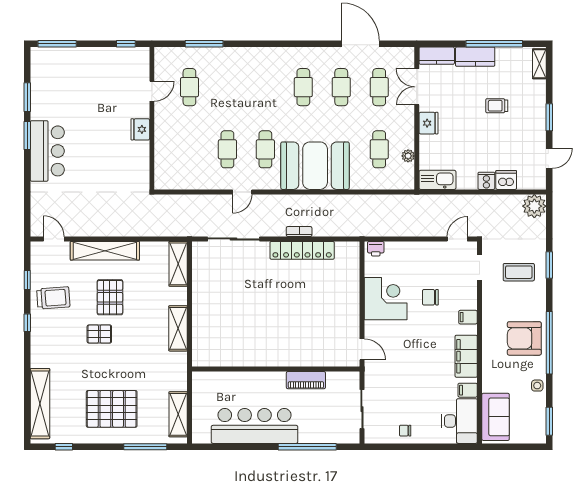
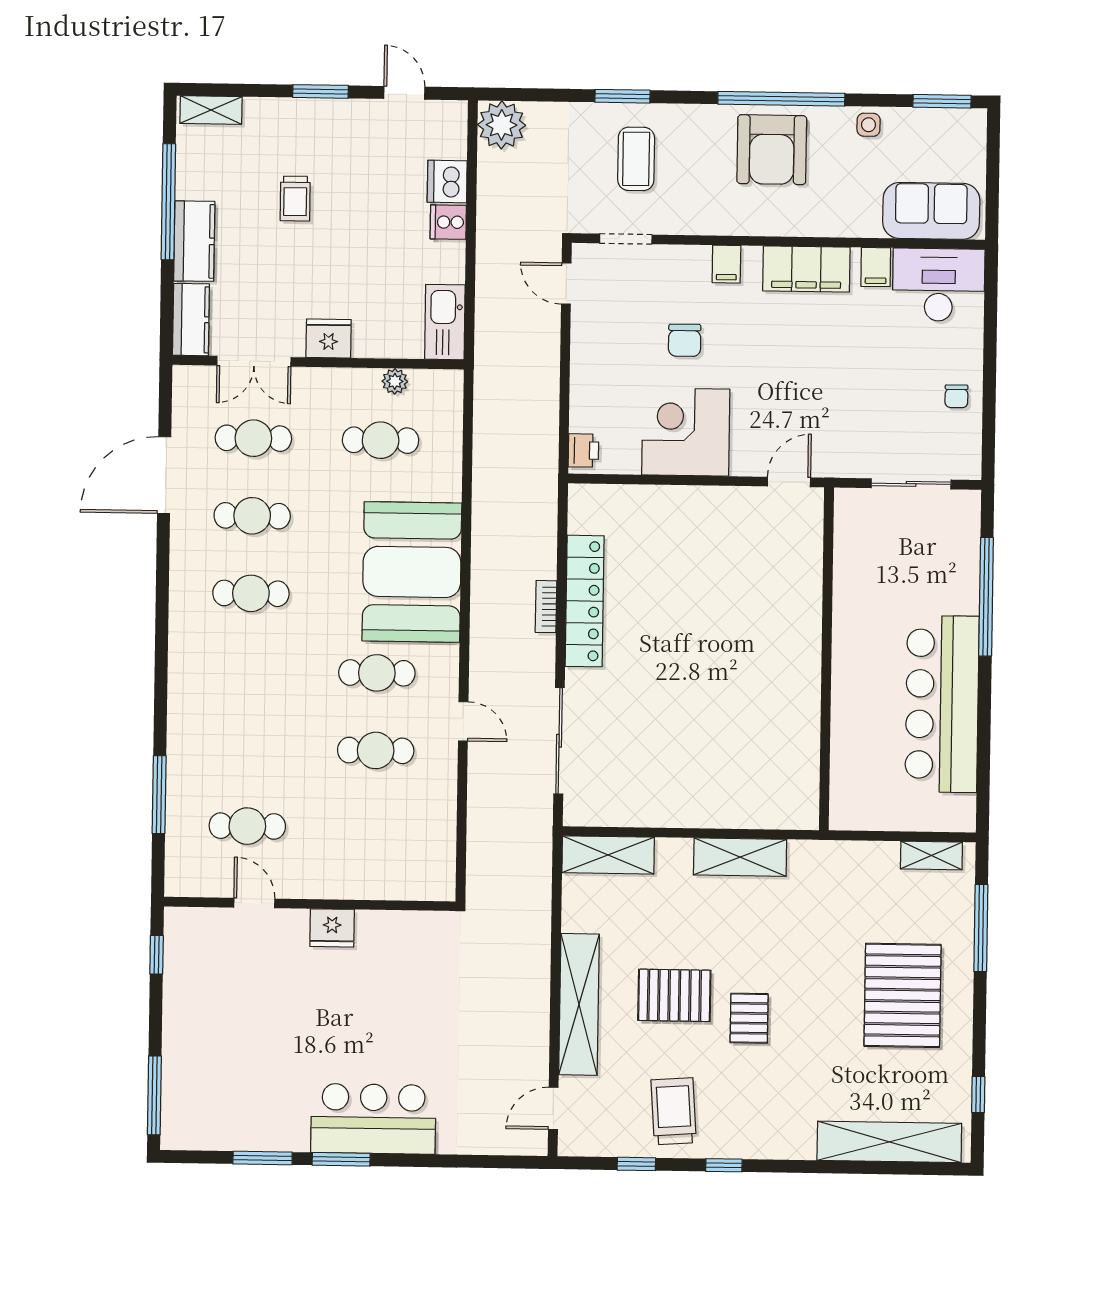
piano: (306, 380) -> (850, 597), removed
shelving: (178, 414) -> (931, 855), width x0.67, depth x0.75

